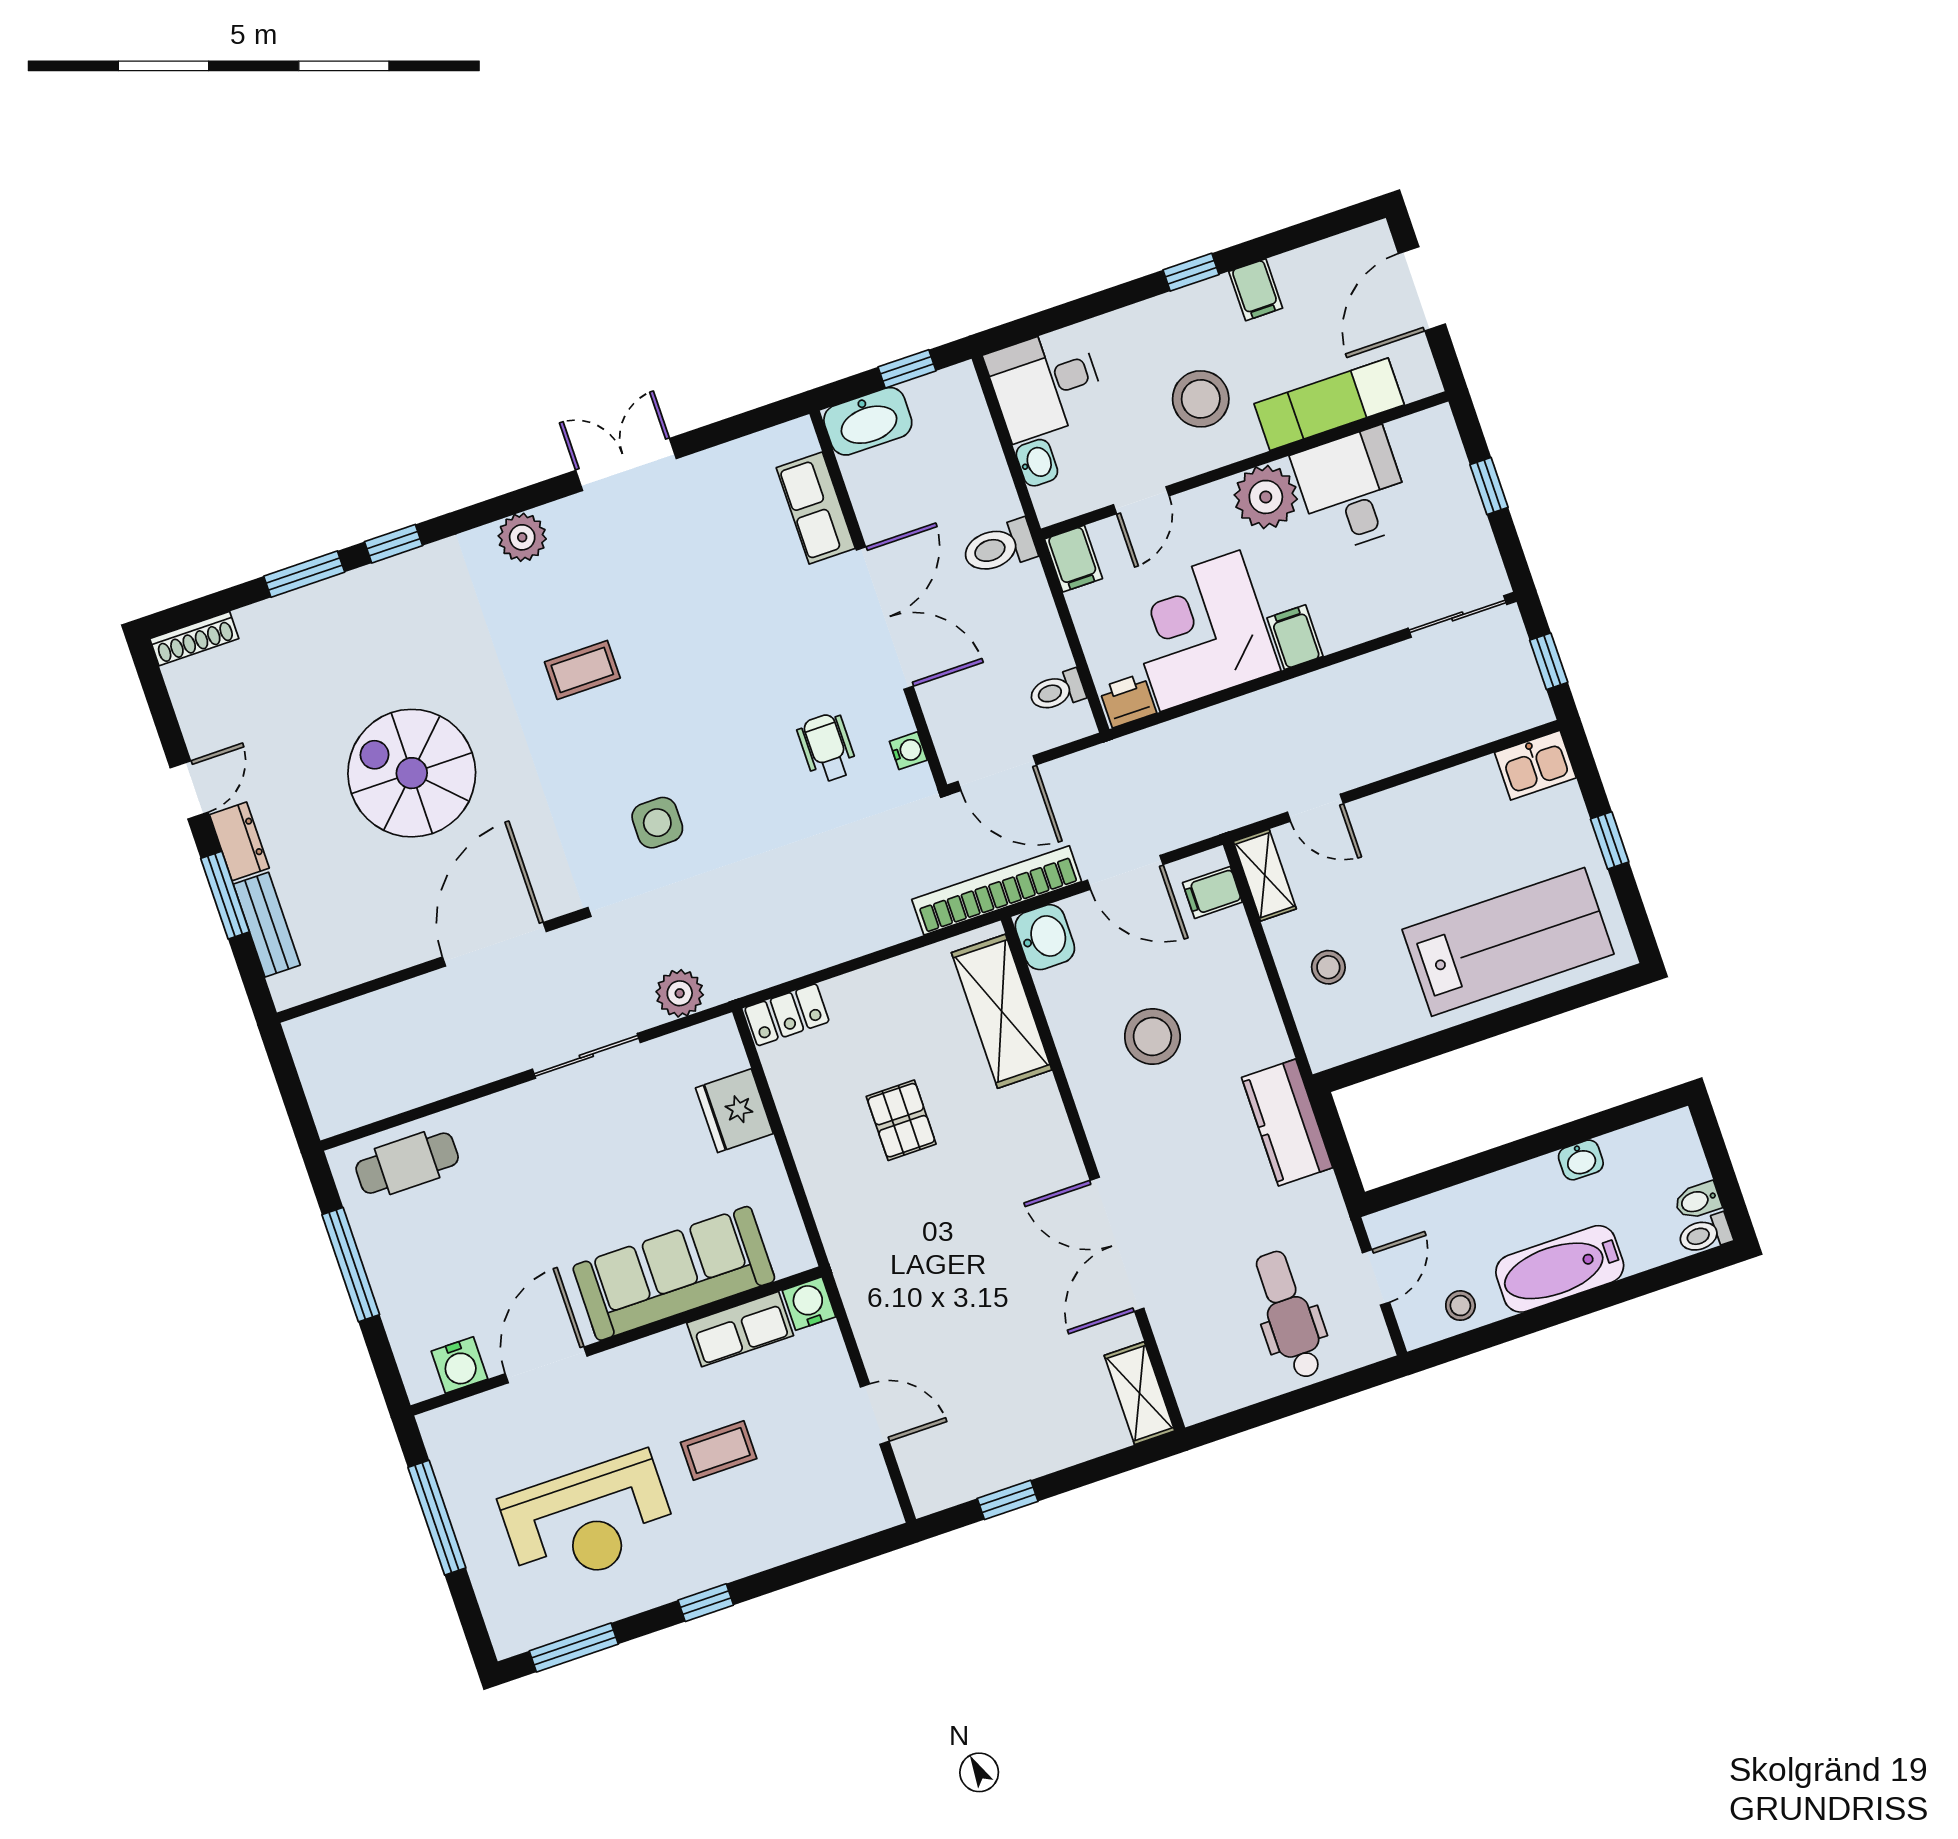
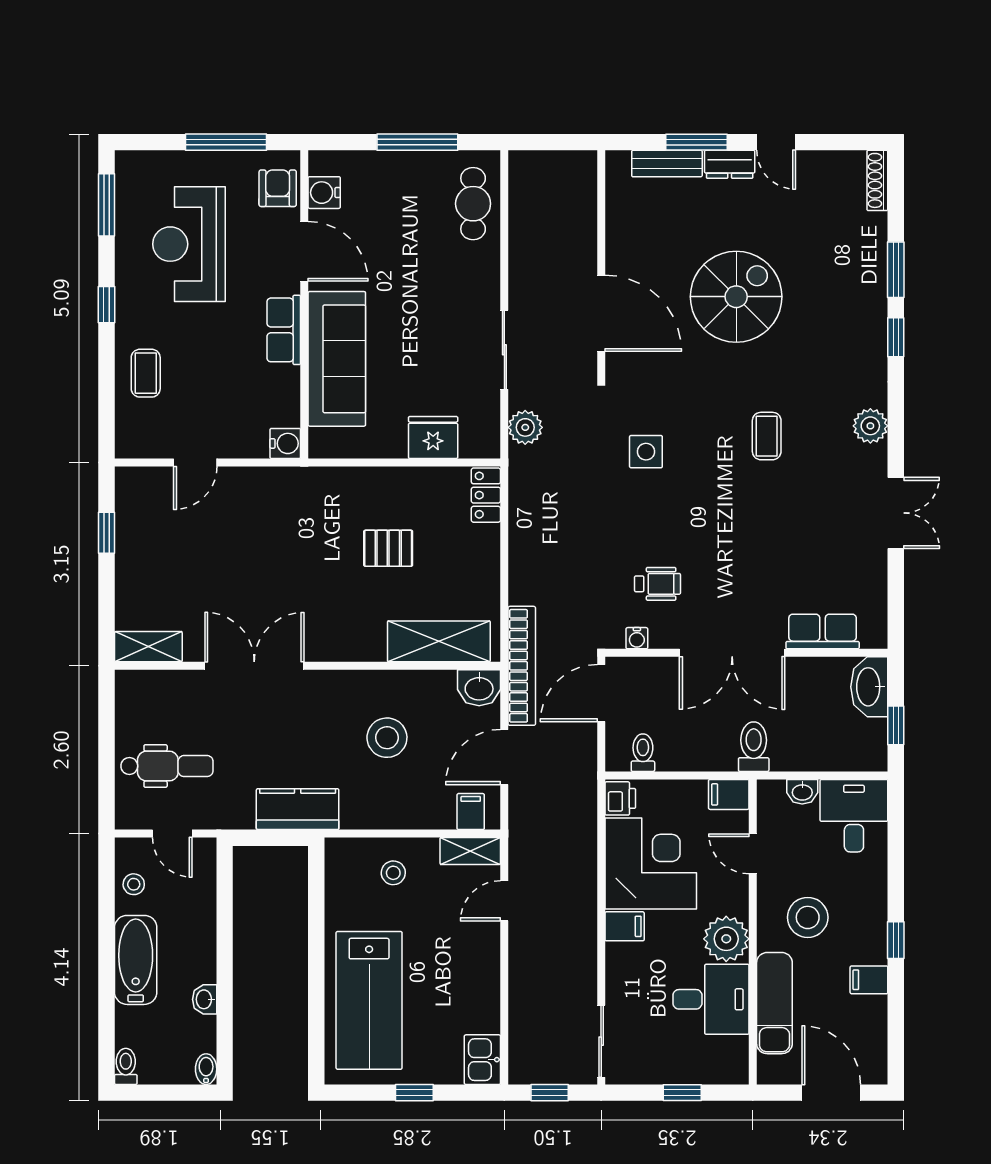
bidet: (1698, 1201) -> (206, 1069), moved
row of seats: (740, 1329) -> (284, 330), moved
armchair: (475, 1429) -> (278, 188), added
coffee table: (719, 1450) -> (146, 373), moved

